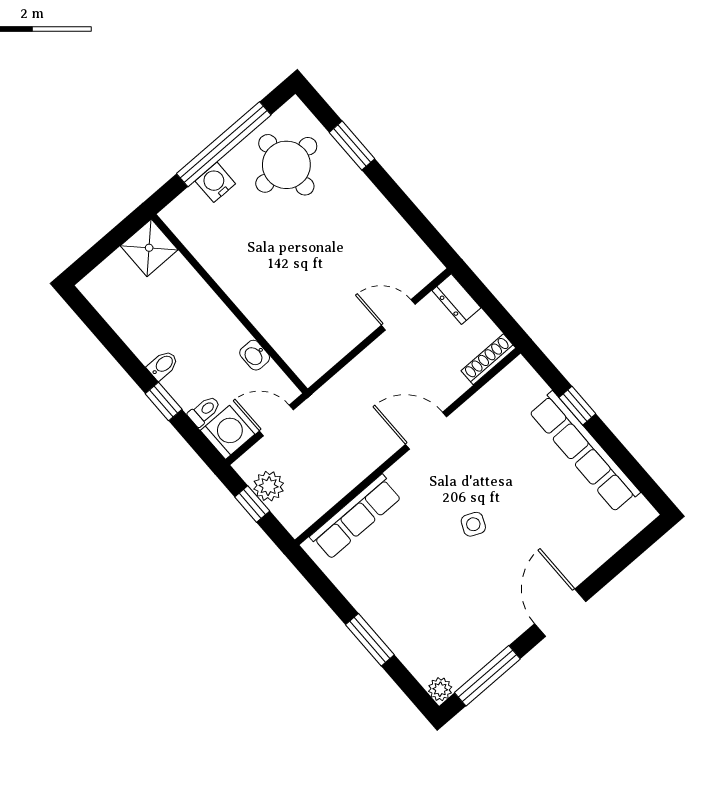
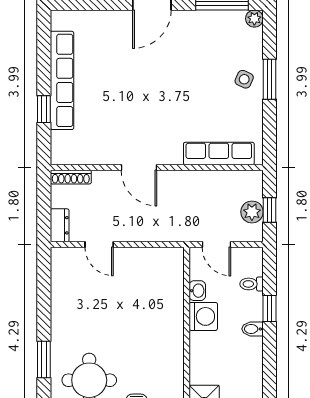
washing machine: (228, 432) -> (203, 316), moved, turned 180
side table: (473, 524) -> (244, 79), moved

